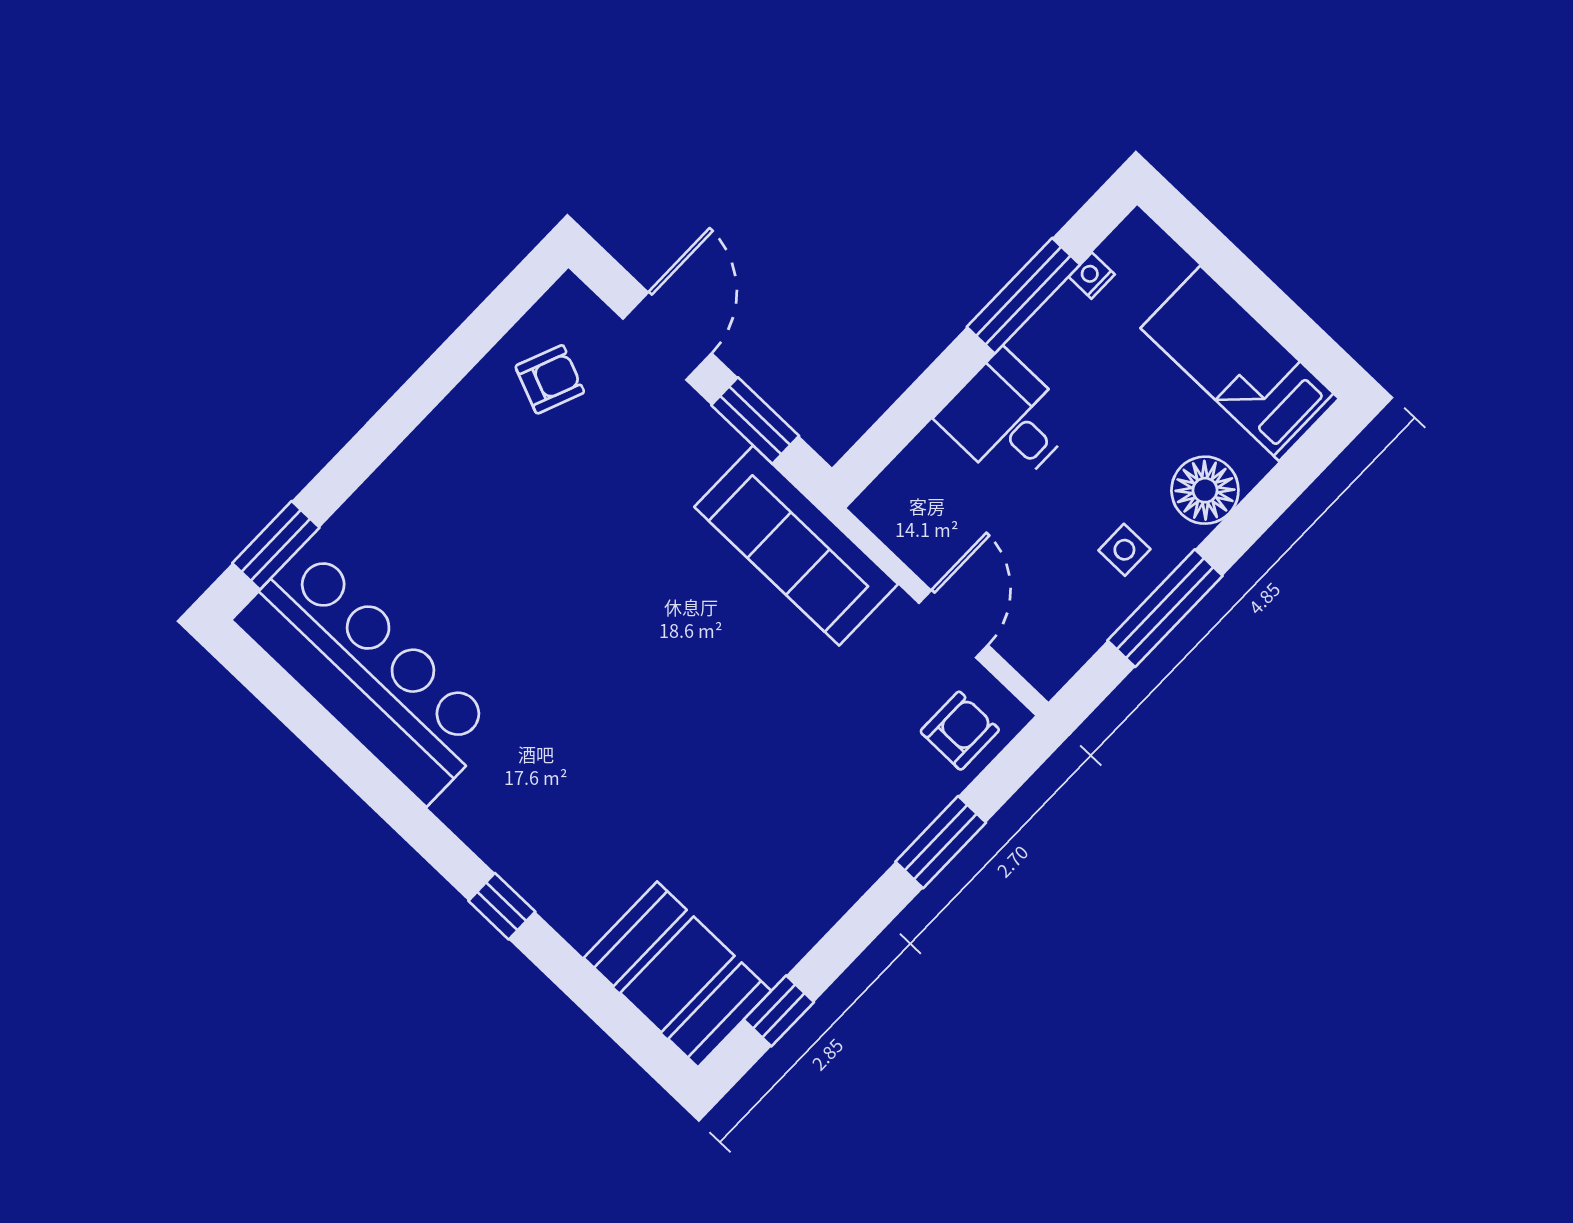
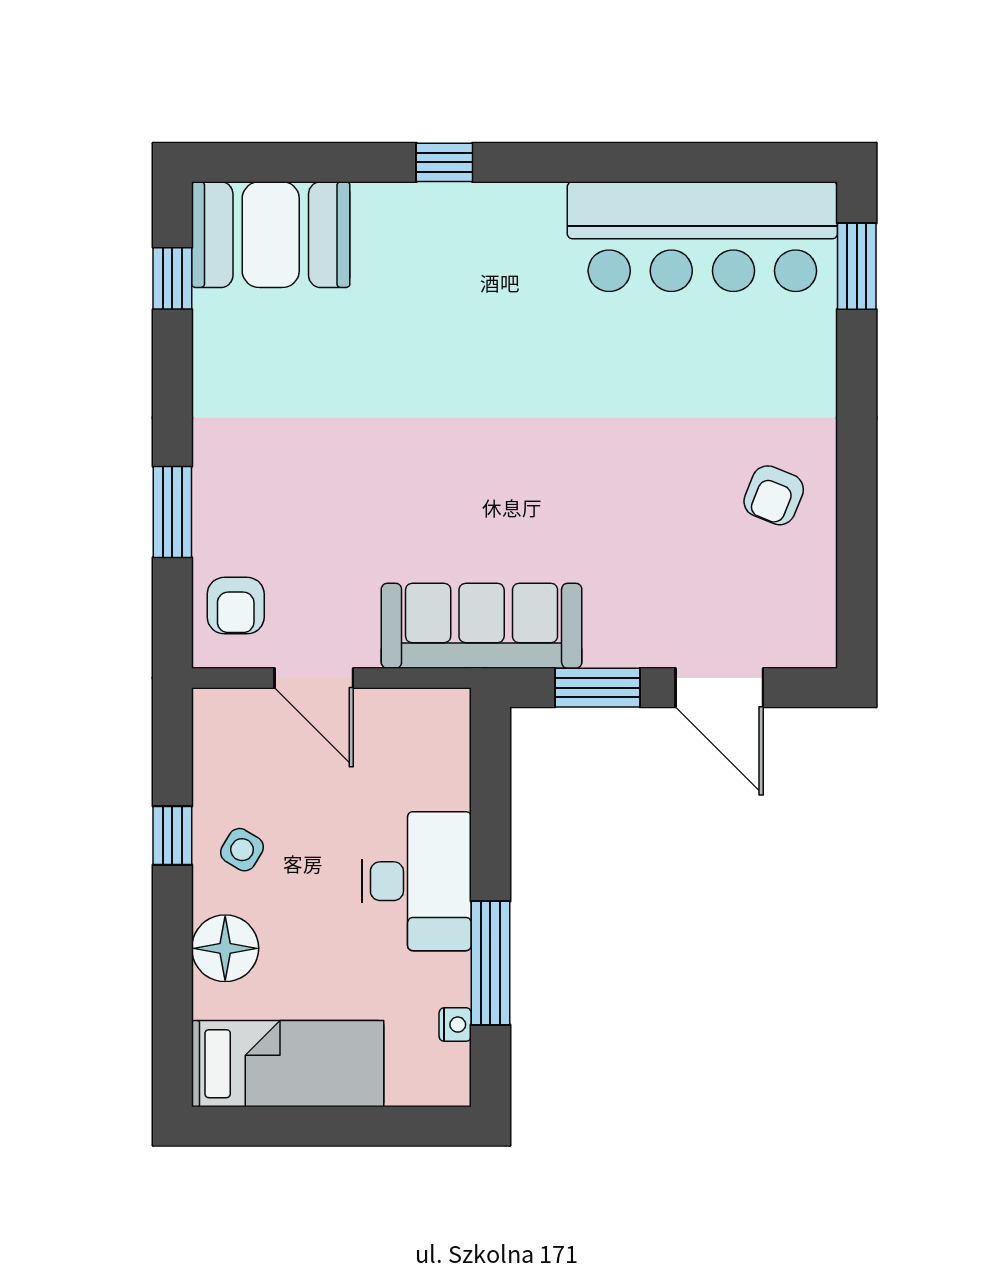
armchair: (550, 379) -> (774, 495), moved
desk: (1007, 420) -> (416, 881), width x1.37
side table: (1124, 550) -> (242, 850), turned 31
window: (1165, 608) -> (172, 836), width x0.46

